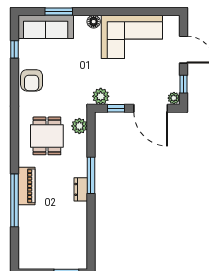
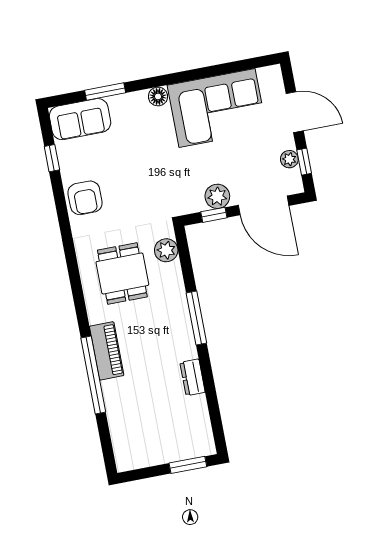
sofa: (46, 27) -> (80, 119), width x0.73
plant: (101, 96) -> (217, 196), moved
plant: (174, 98) -> (289, 159), moved
dresser: (81, 189) -> (192, 377), moved

